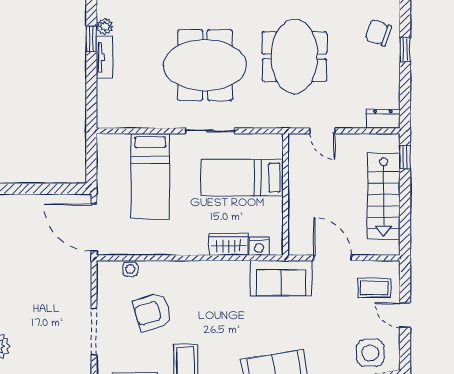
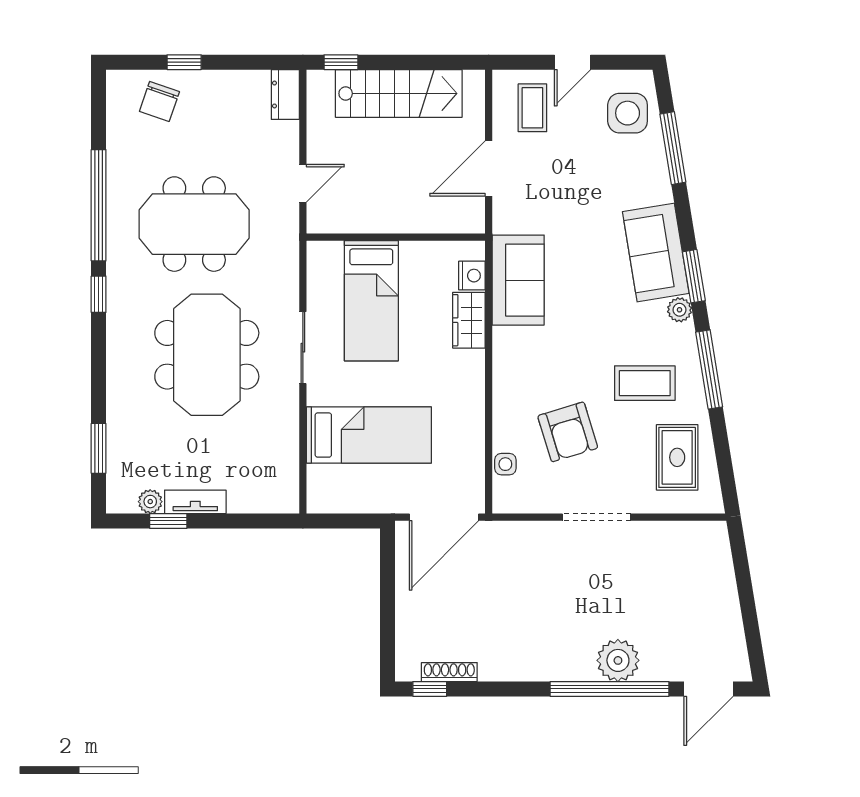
sofa: (281, 278) -> (518, 280), moved

